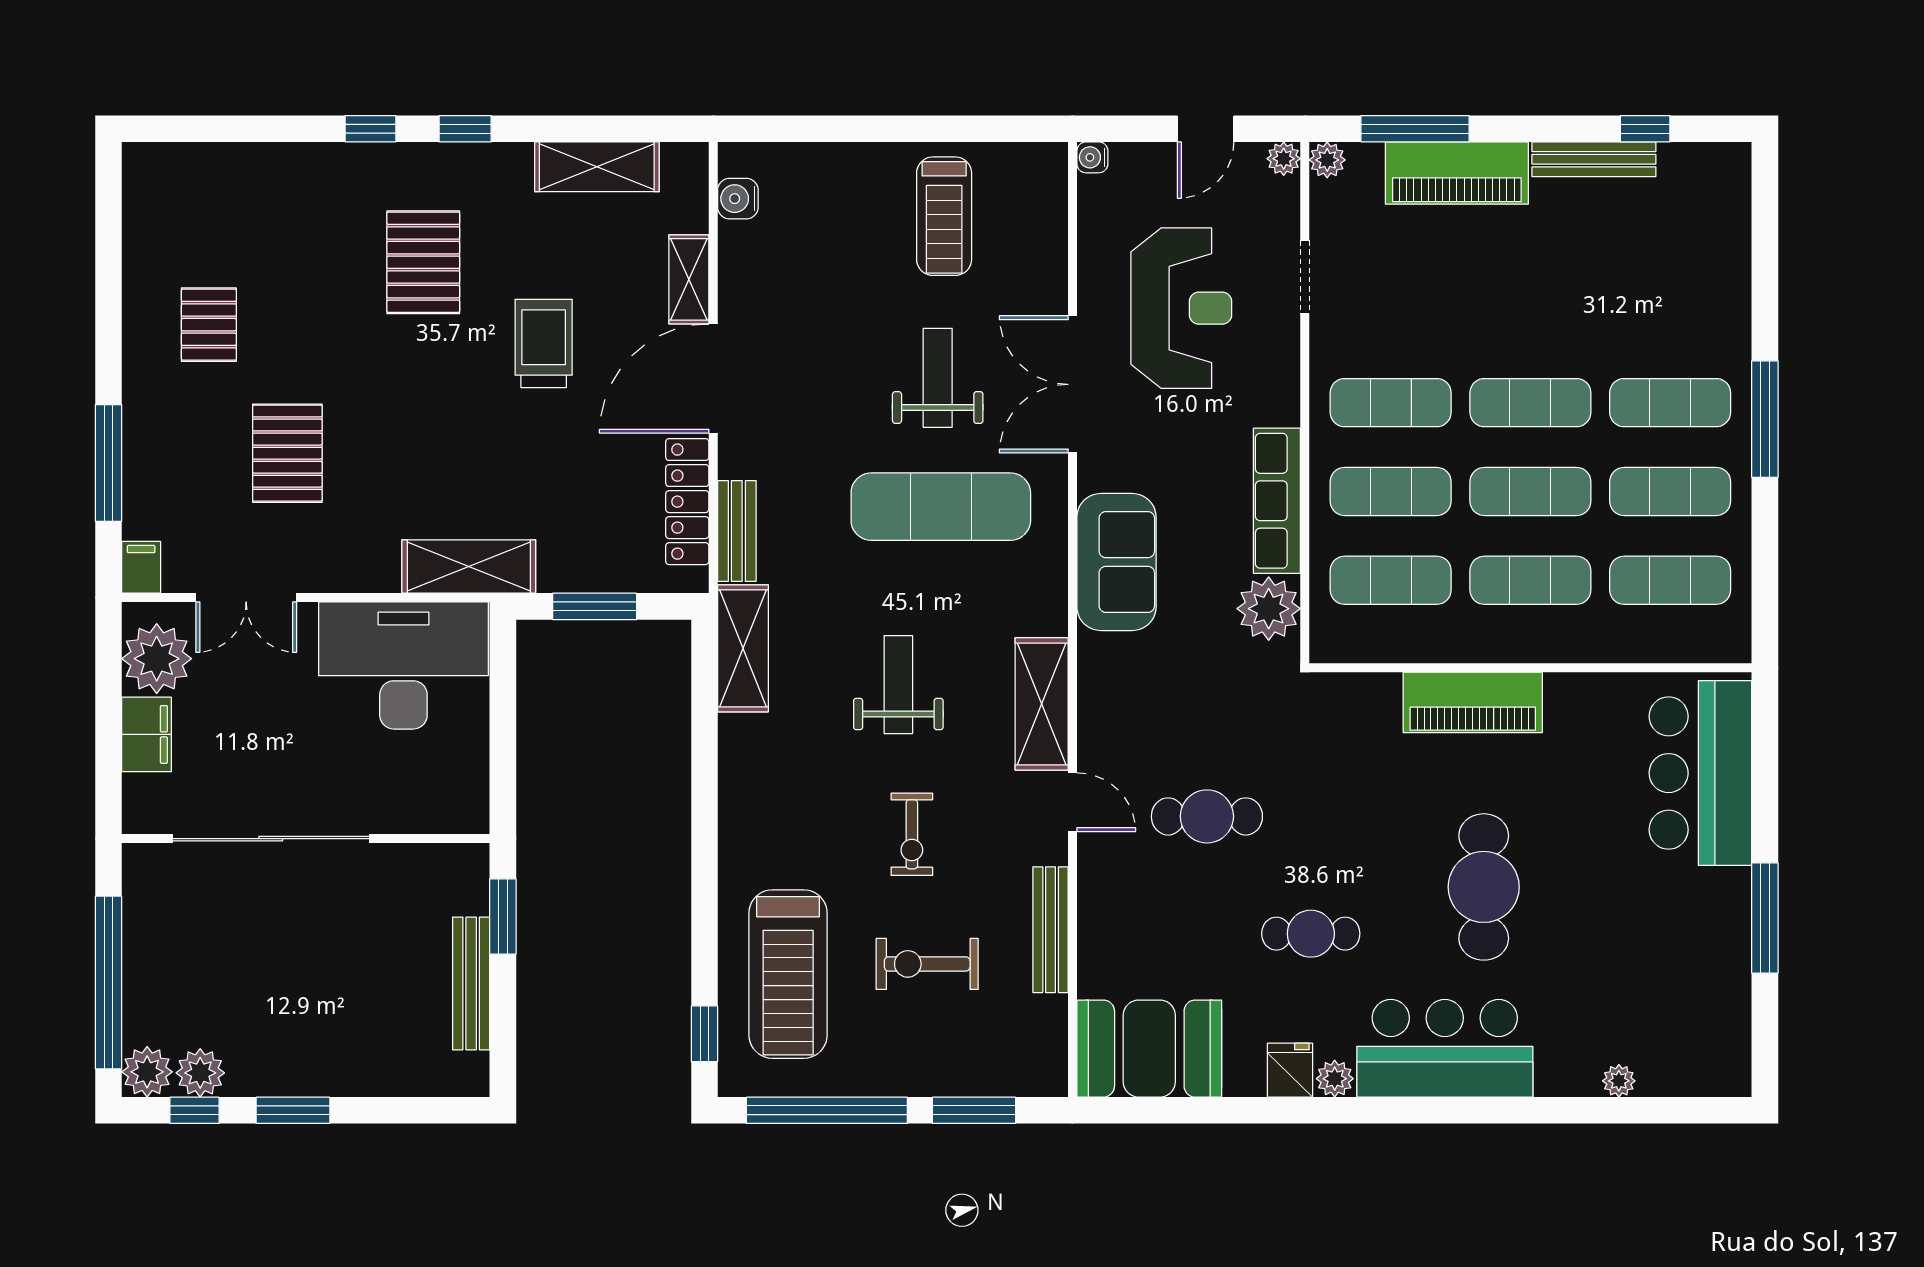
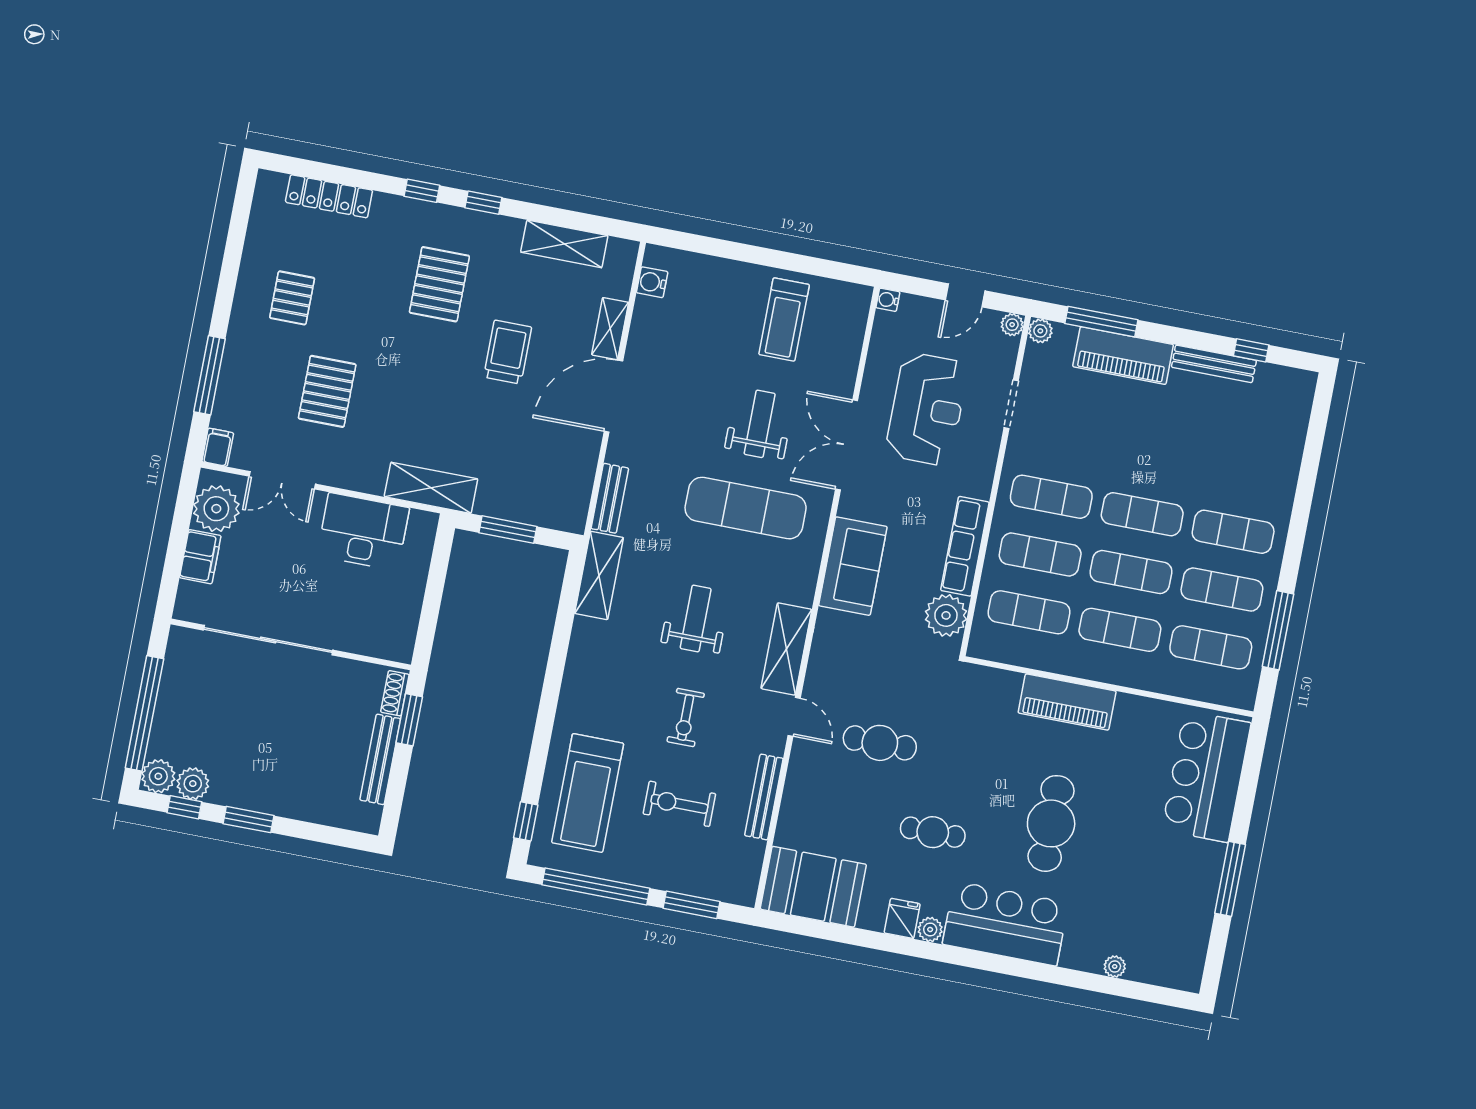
window: (1765, 419) -> (1278, 630), moved
locker: (687, 502) -> (329, 196), moved, turned -90
desk: (403, 666) -> (363, 532), width x0.73, depth x0.77
shoe rack: (474, 881) -> (395, 693), added

